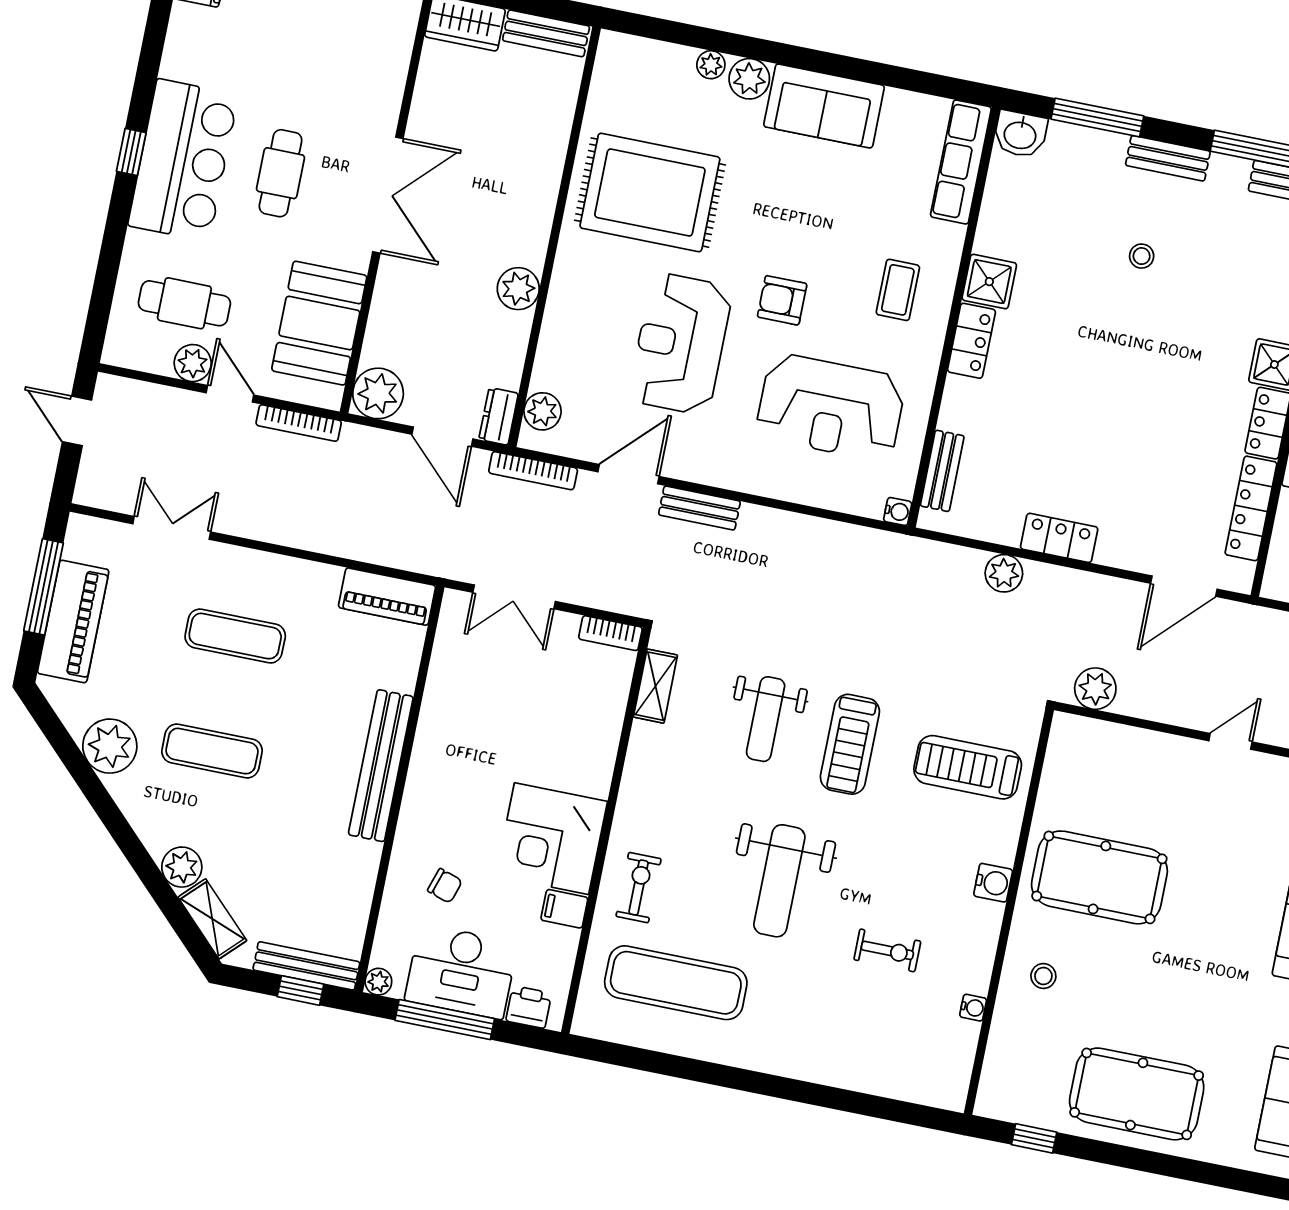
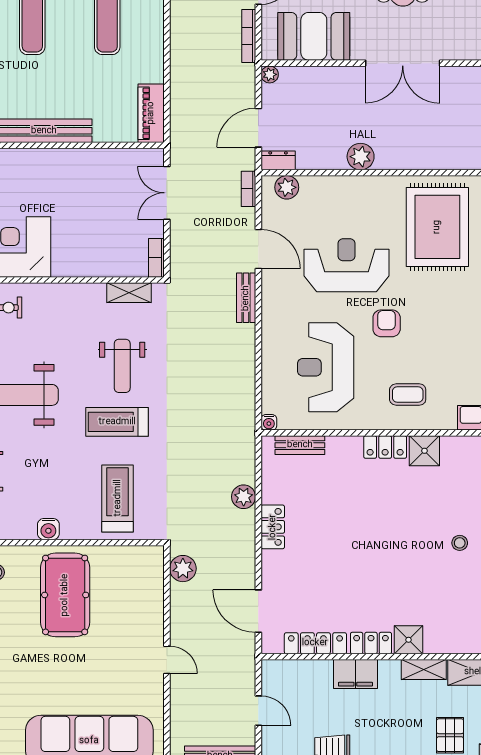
plant: (378, 393) -> (270, 74), width x0.53, depth x0.53
bookcase: (533, 471) -> (248, 189), width x0.64
weight bench: (766, 719) -> (122, 366), turned -90

